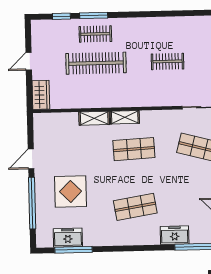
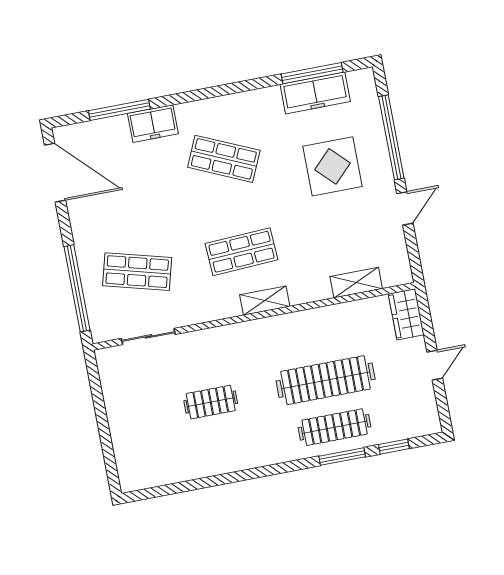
clothes rail: (95, 34) -> (335, 427), width x1.36
shelving: (94, 118) -> (356, 283), moved
shop shelf: (135, 207) -> (224, 159), turned 33
freezer: (68, 238) -> (315, 93), width x1.40

